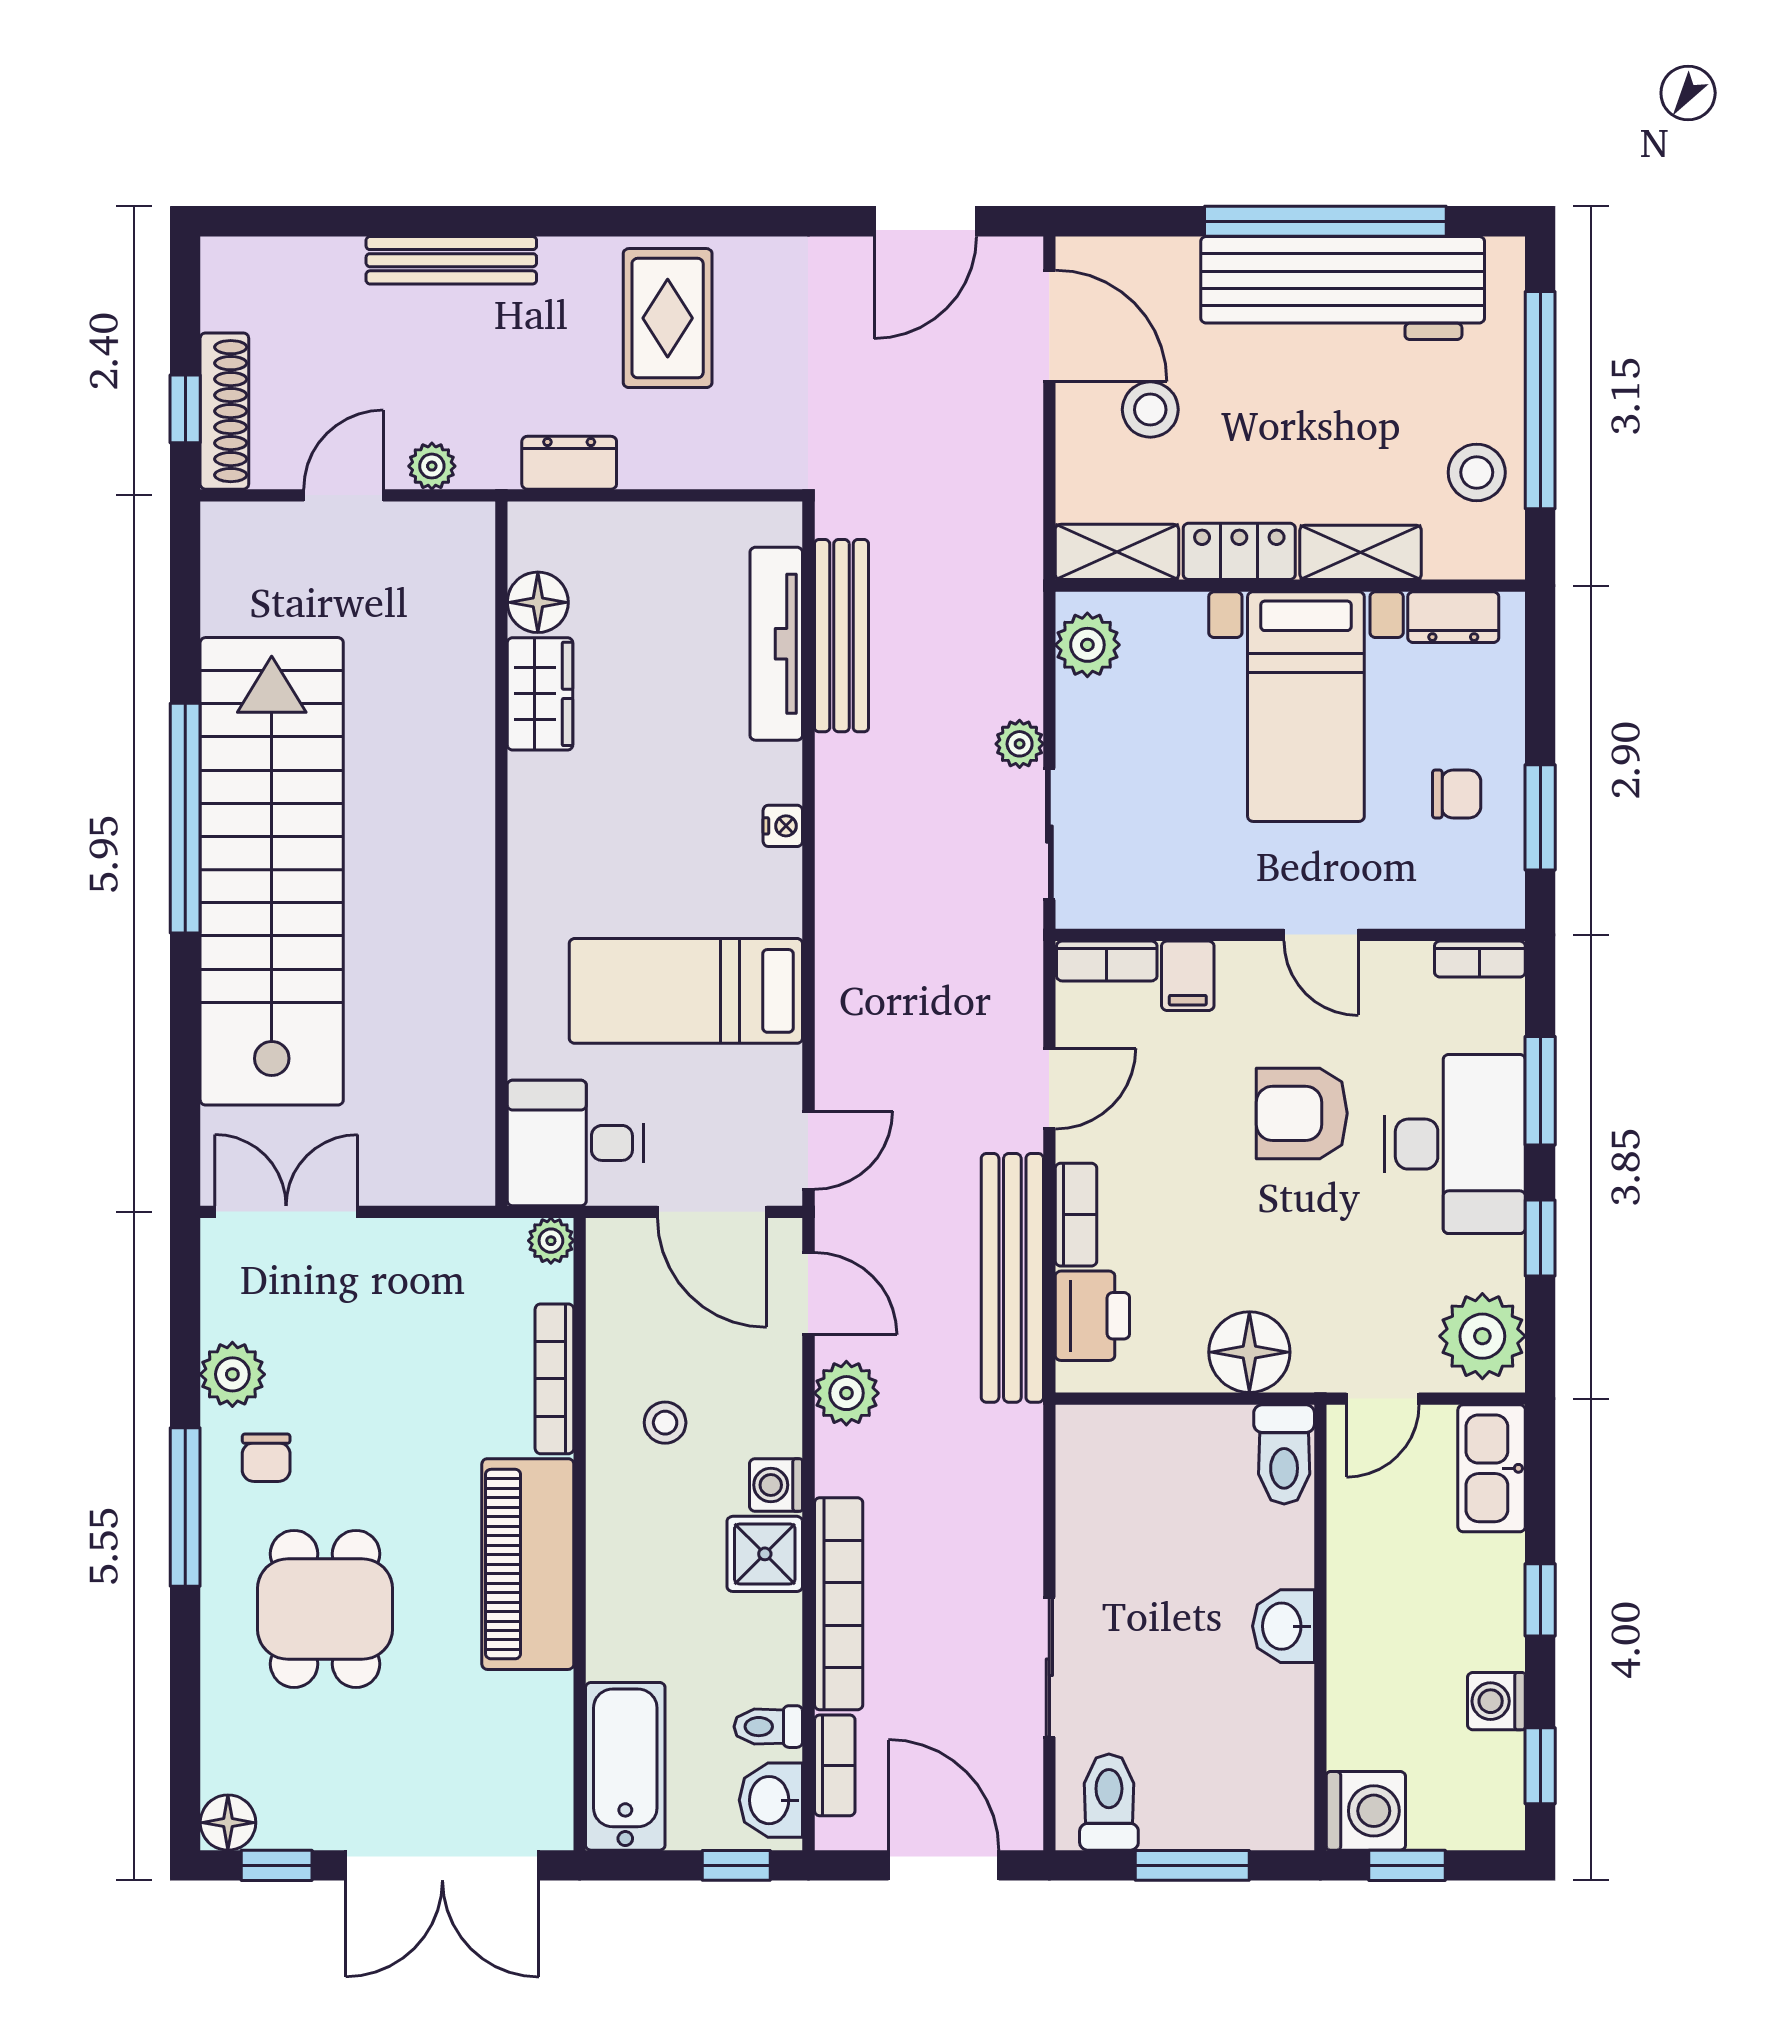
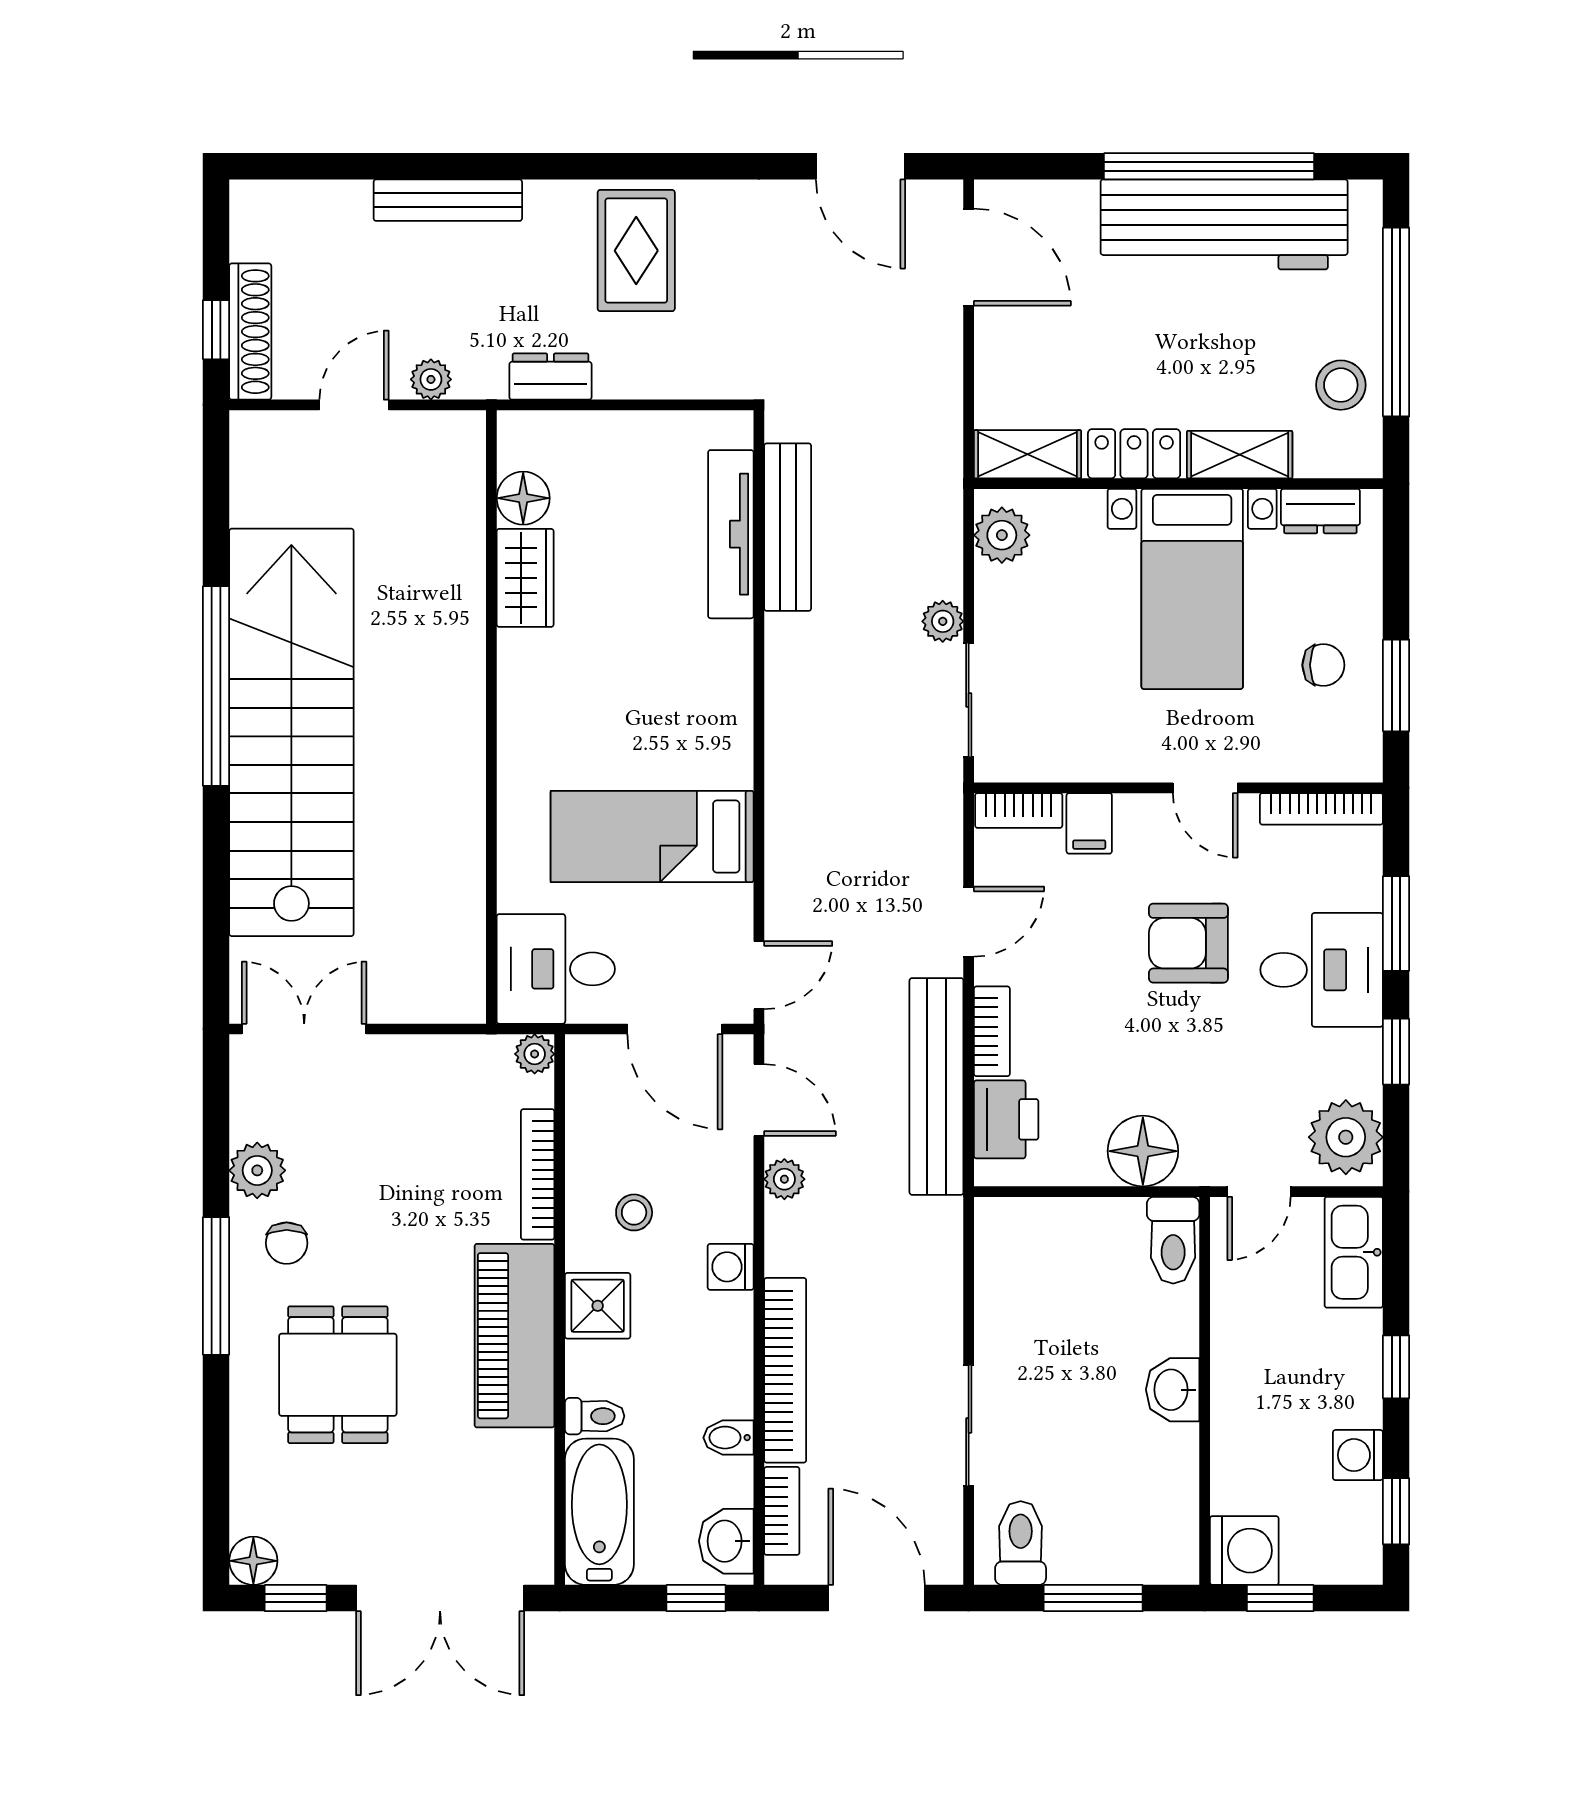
door: (925, 221) -> (861, 166), hinge flipped
stool: (1150, 410) -> (1057, 330), removed
nightstand: (783, 826) -> (737, 693), removed
bookcase: (1480, 959) -> (1321, 809), width x1.56
desk: (1455, 1144) -> (1322, 970), width x0.73
plant: (846, 1393) -> (784, 1179), width x0.73, depth x0.73
shower: (765, 1554) -> (598, 1306), moved
bidet: (774, 1681) -> (728, 1438), added
toilet: (768, 1727) -> (595, 1416), moved, turned 180

